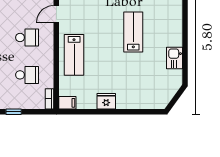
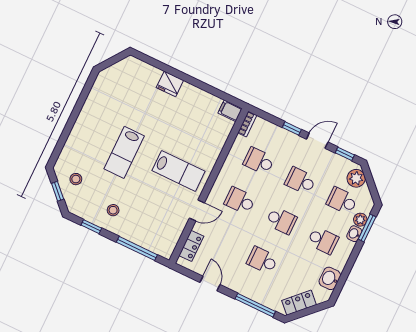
lab bench: (74, 55) -> (178, 171), moved, turned 90
kitchen sink: (175, 58) -> (94, 104), removed
fridge: (106, 101) -> (170, 84), moved

